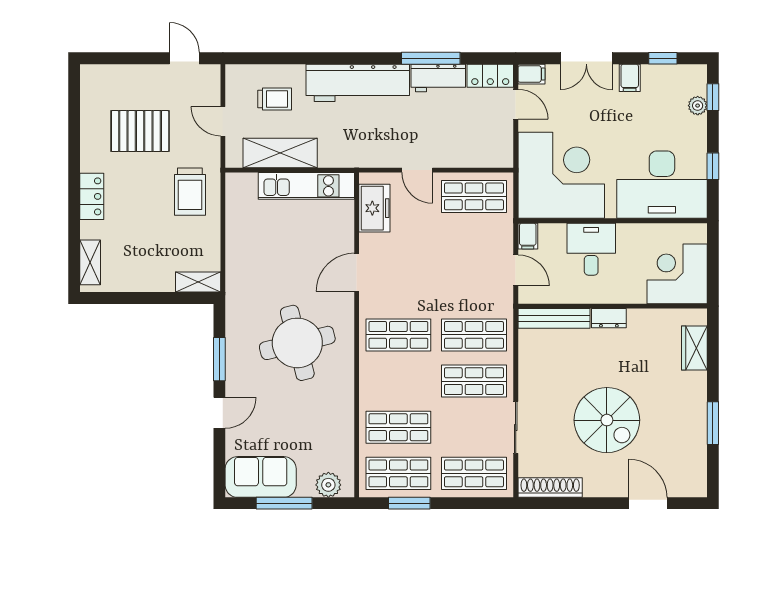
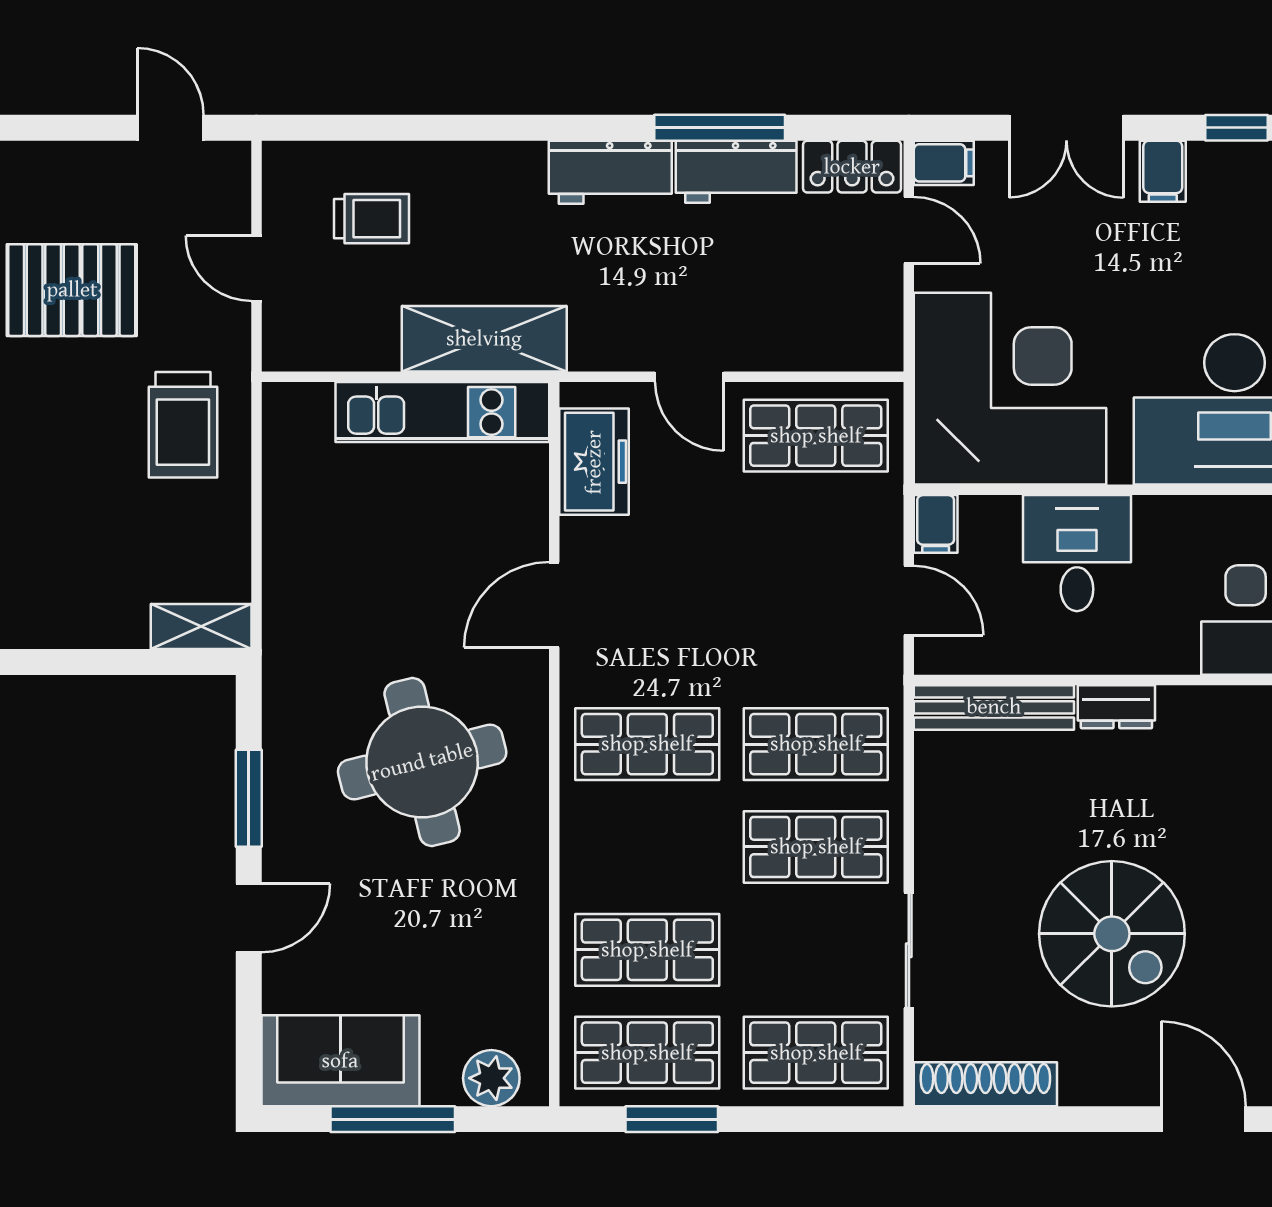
workbench: (358, 83) -> (610, 172), width x0.53, depth x0.76
shelving: (280, 153) -> (484, 339), moved

